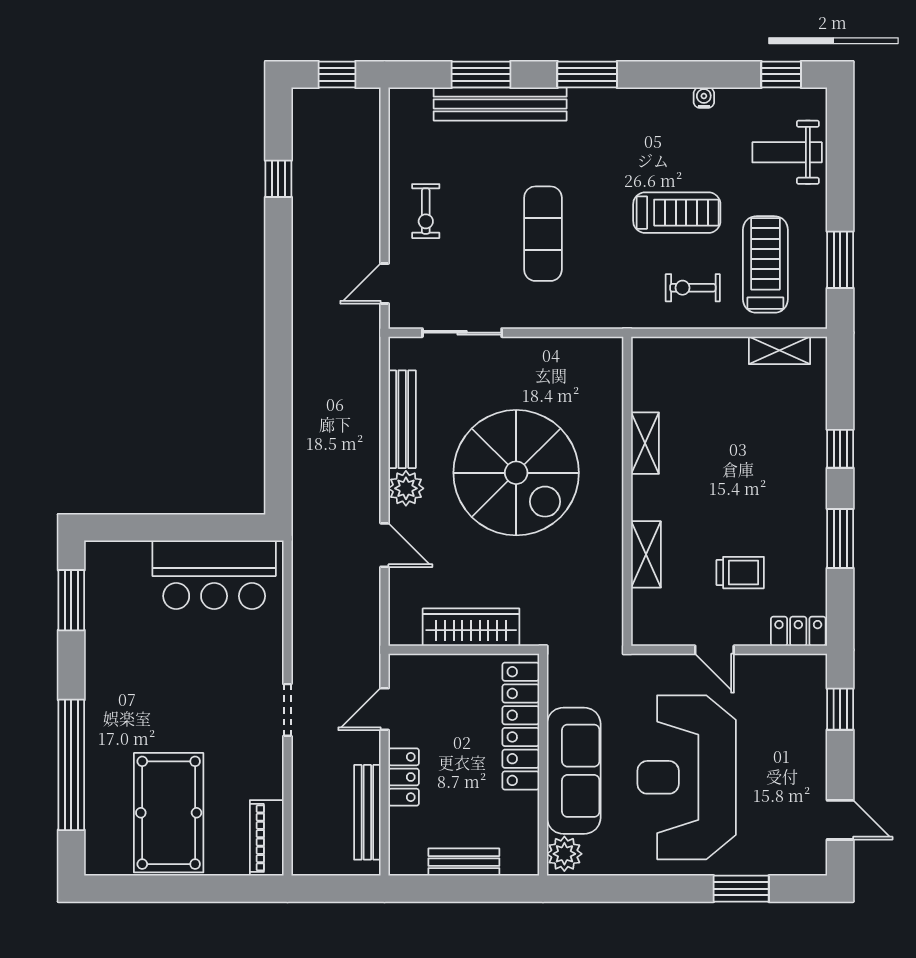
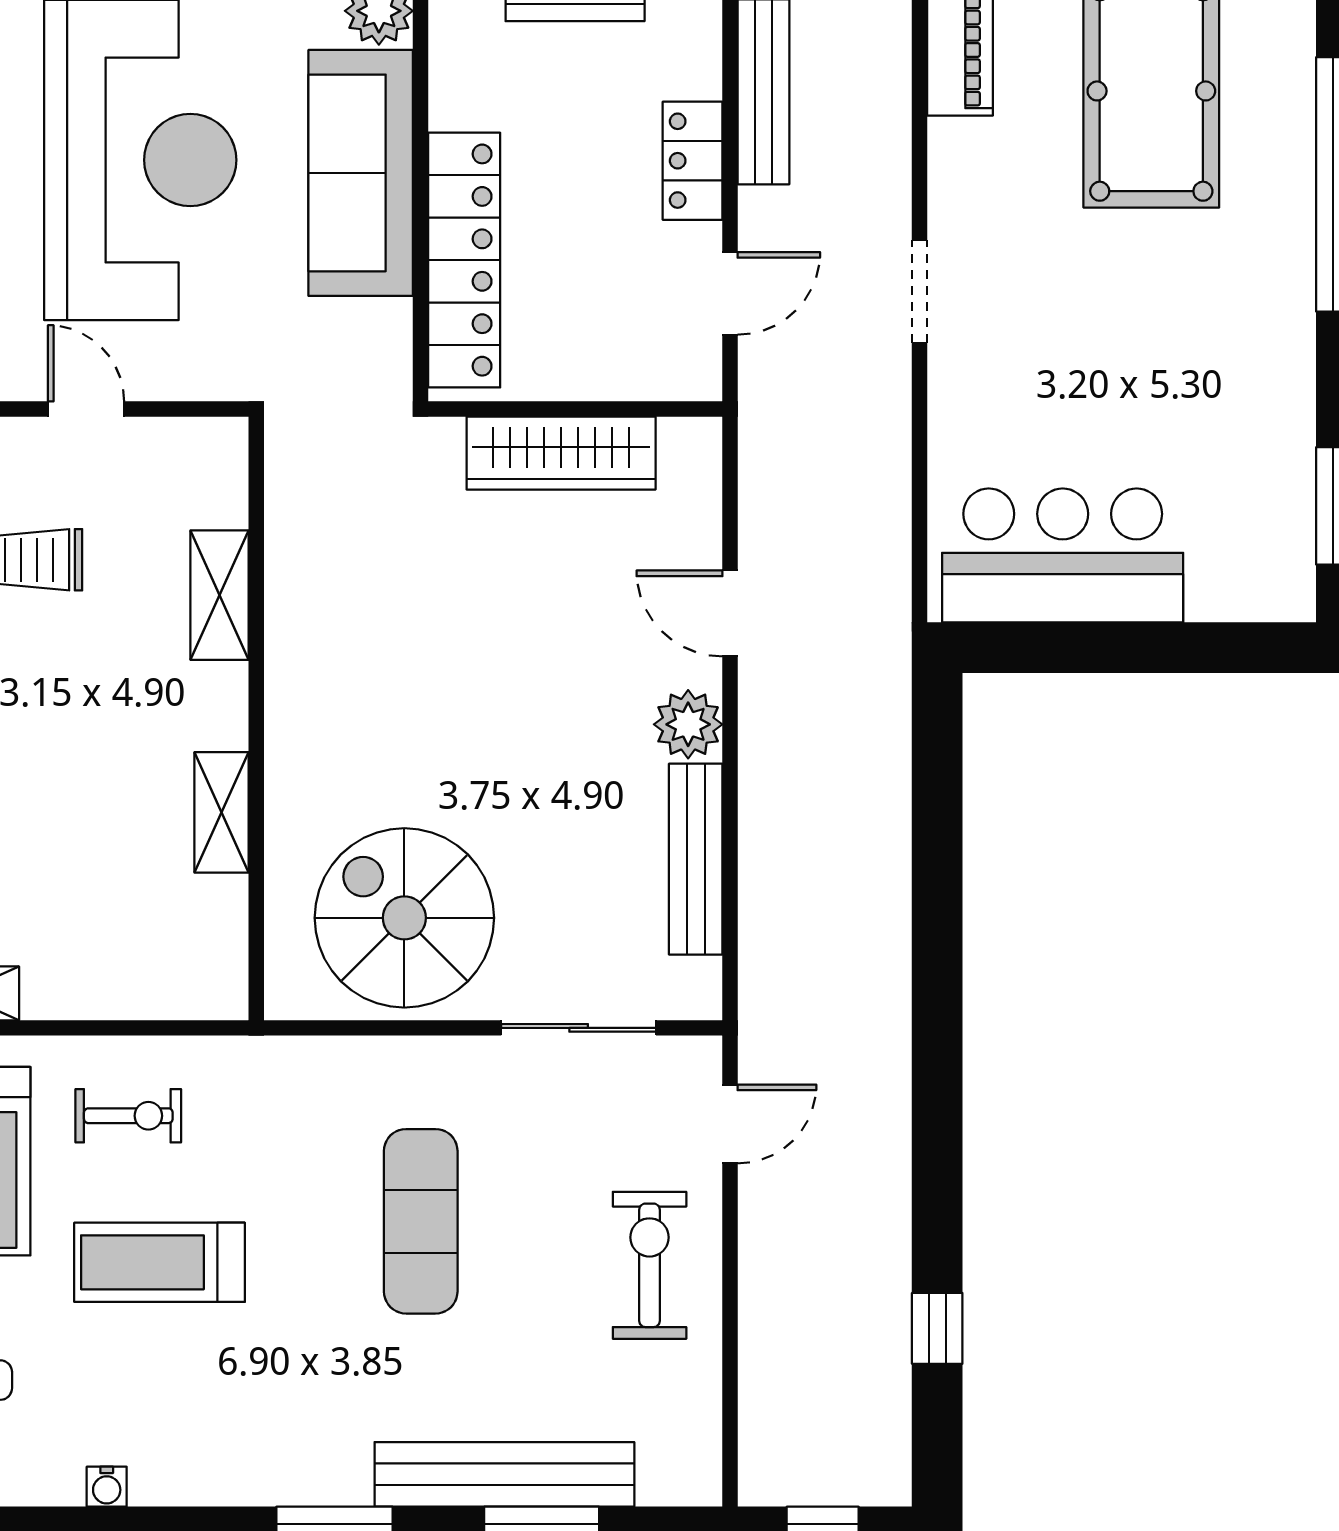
exercise bike: (426, 211) -> (650, 1265), width x1.38, depth x1.39
spiral stairs: (516, 473) -> (404, 918), moved, width x0.73, depth x0.73

